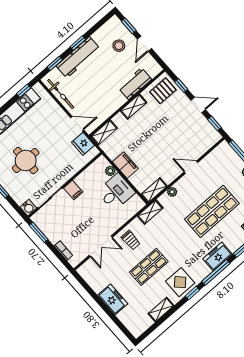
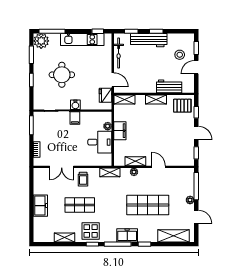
shelving: (154, 190) -> (135, 161), moved
water cooler: (28, 208) -> (75, 105), moved

